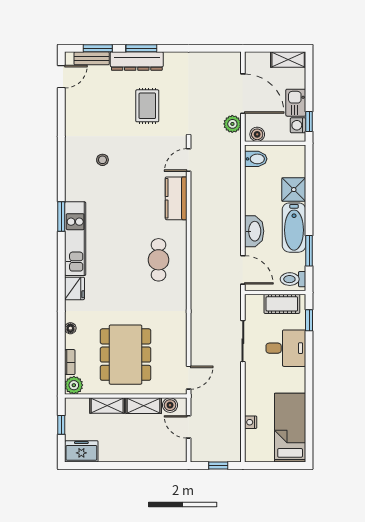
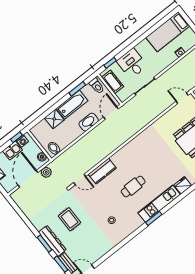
rug: (147, 106) -> (69, 219), turned 90
cafe table: (159, 260) -> (133, 187), moved

